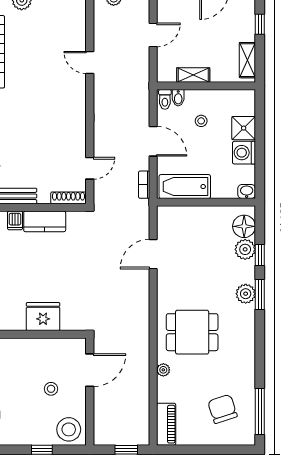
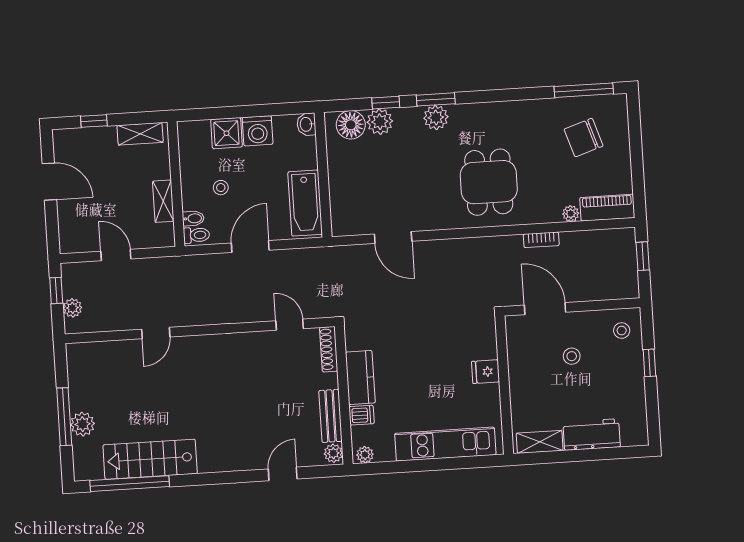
bookcase: (144, 185) -> (541, 240), moved
fridge: (43, 317) -> (485, 372), width x0.53, depth x0.75
plant: (163, 370) -> (571, 214), moved
stool: (69, 429) -> (622, 331), width x0.53, depth x0.53

